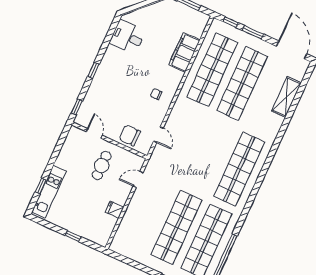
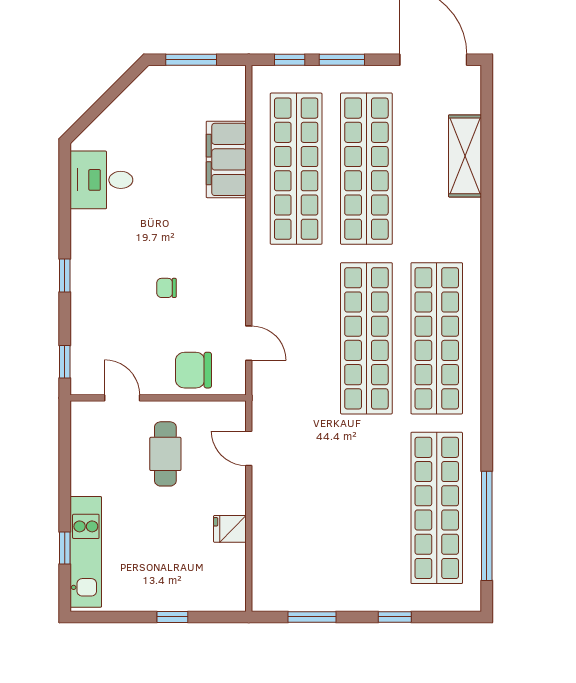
chair: (156, 94) -> (166, 288), moved
door: (138, 179) -> (249, 448), hinge flipped
shop shelf: (177, 227) -> (366, 338), moved
window: (132, 263) -> (312, 617), added

